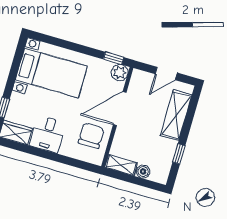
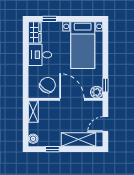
door: (166, 73) -> (105, 124), hinge flipped
chair: (91, 136) -> (48, 85), turned -56
boiler: (143, 172) -> (33, 139), moved

